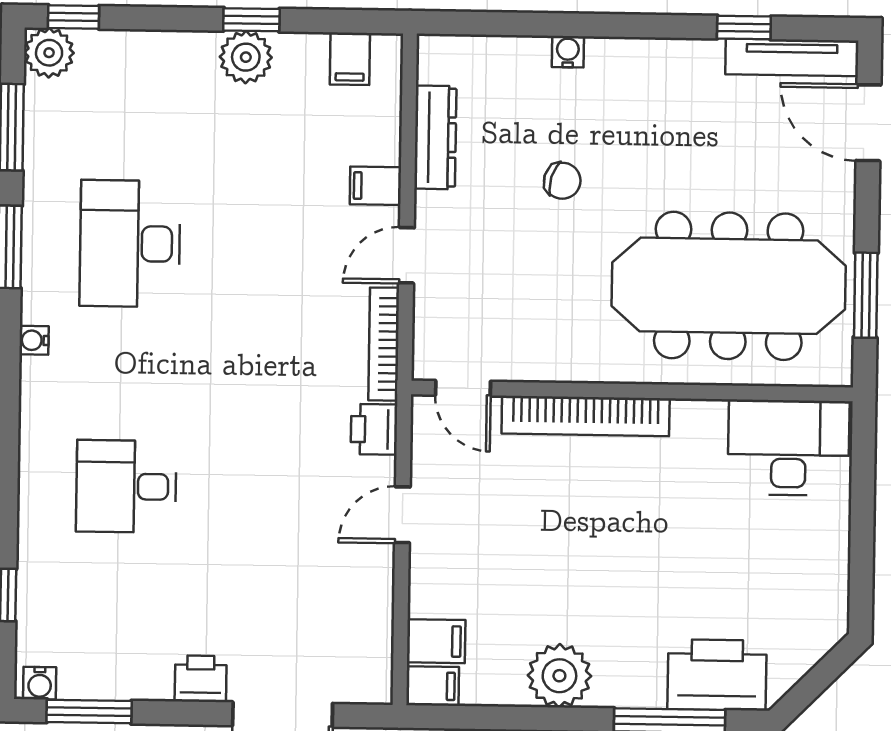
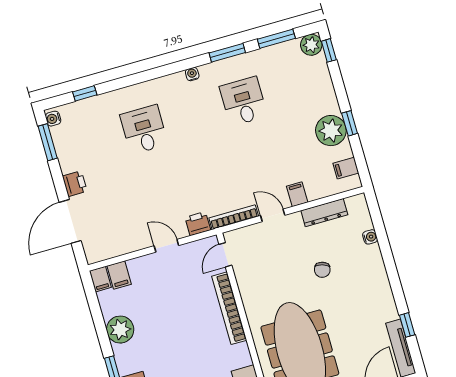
water cooler: (568, 52) -> (370, 237), moved
plant: (246, 57) -> (331, 131), width x1.36, depth x1.36
desk: (130, 244) -> (243, 101), width x0.73

